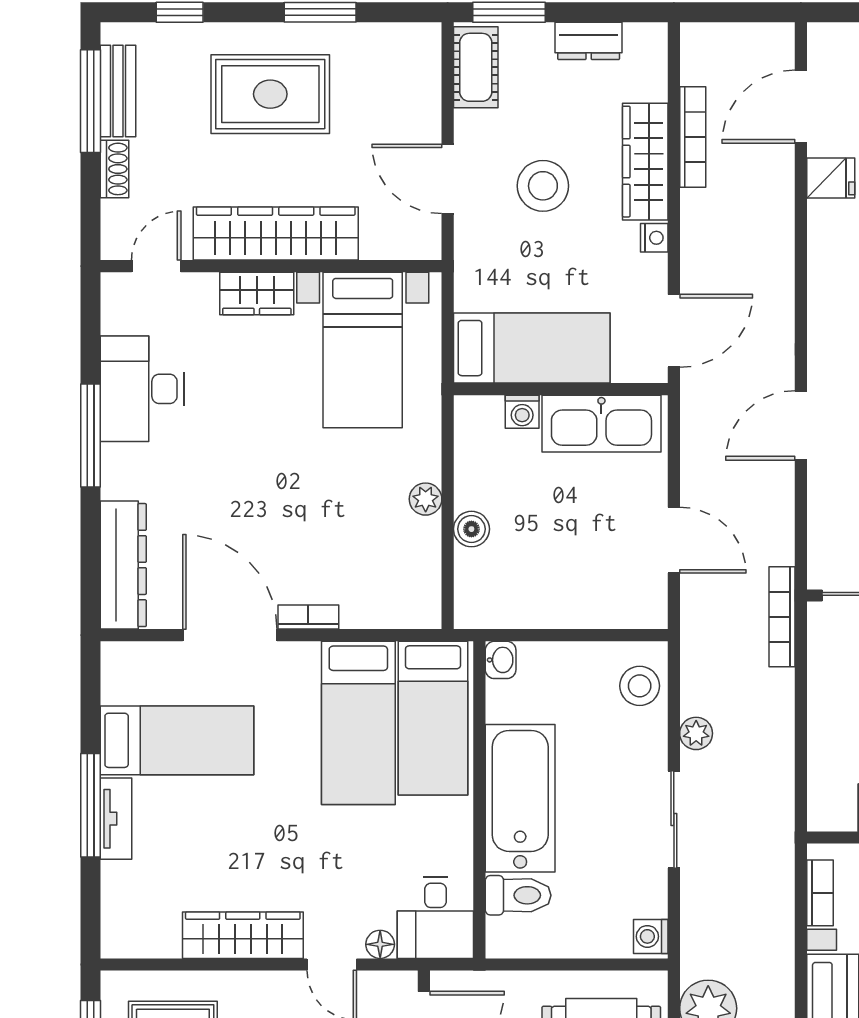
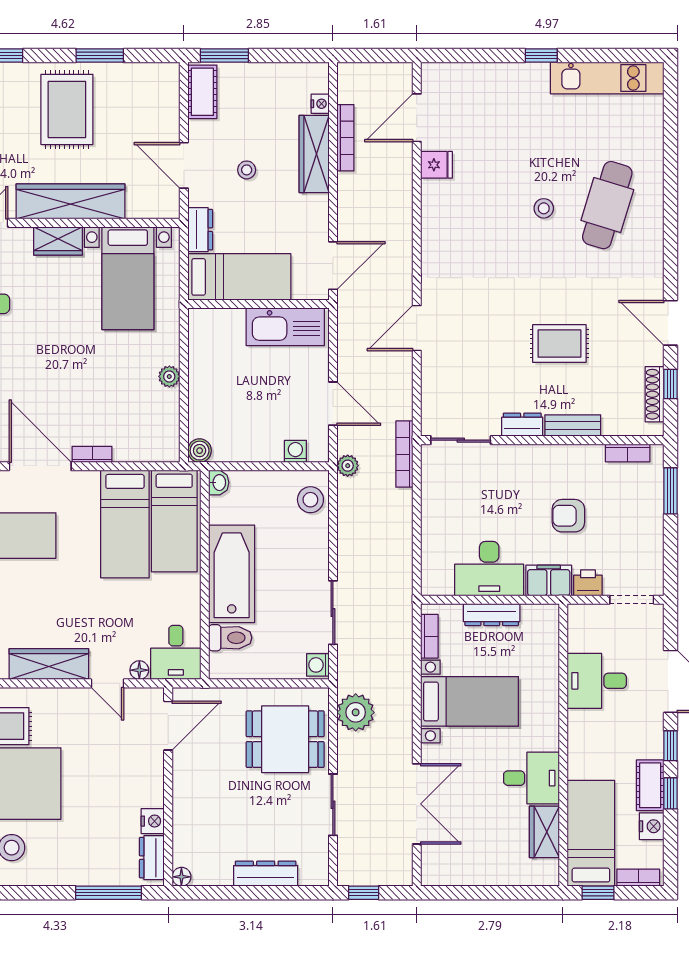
dresser: (589, 41) -> (200, 230), moved, turned -90
rug: (270, 94) -> (67, 109), turned 90
stool: (543, 186) -> (247, 170), width x0.53, depth x0.53
nightstand: (654, 238) -> (320, 104), moved
washing machine: (522, 412) -> (295, 451), moved, turned 180
boiler: (471, 529) -> (200, 451), moved
plant: (696, 733) -> (348, 466), moved
sliding door: (674, 820) -> (333, 613), moved

